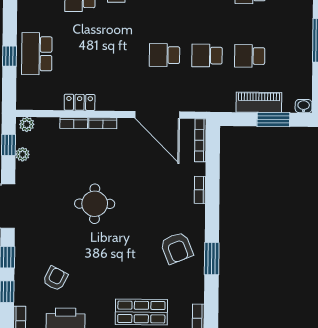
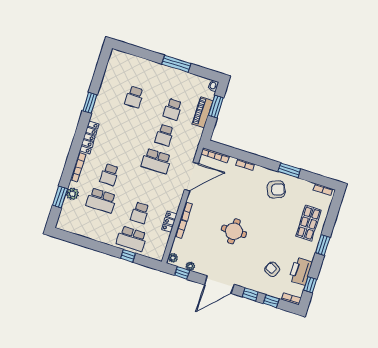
school desk: (79, 54) -> (140, 213), added
school desk: (164, 55) -> (156, 161), width x1.85

